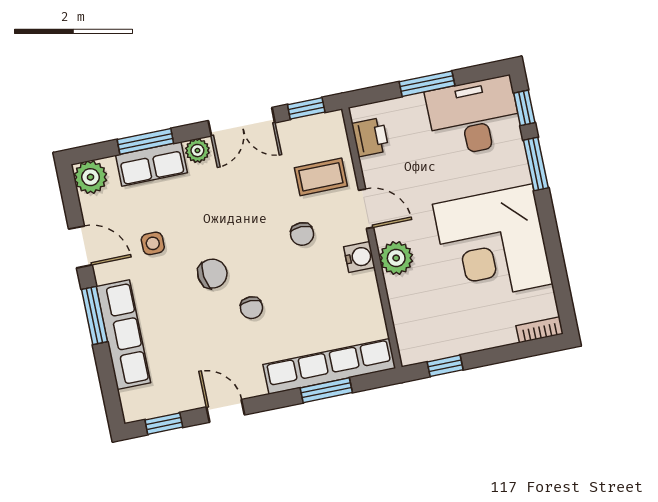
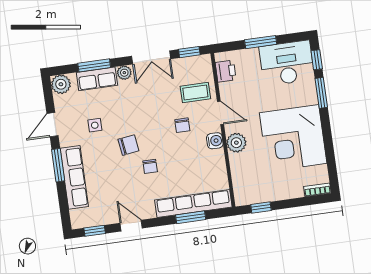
door: (80, 247) -> (52, 125), swing flipped

